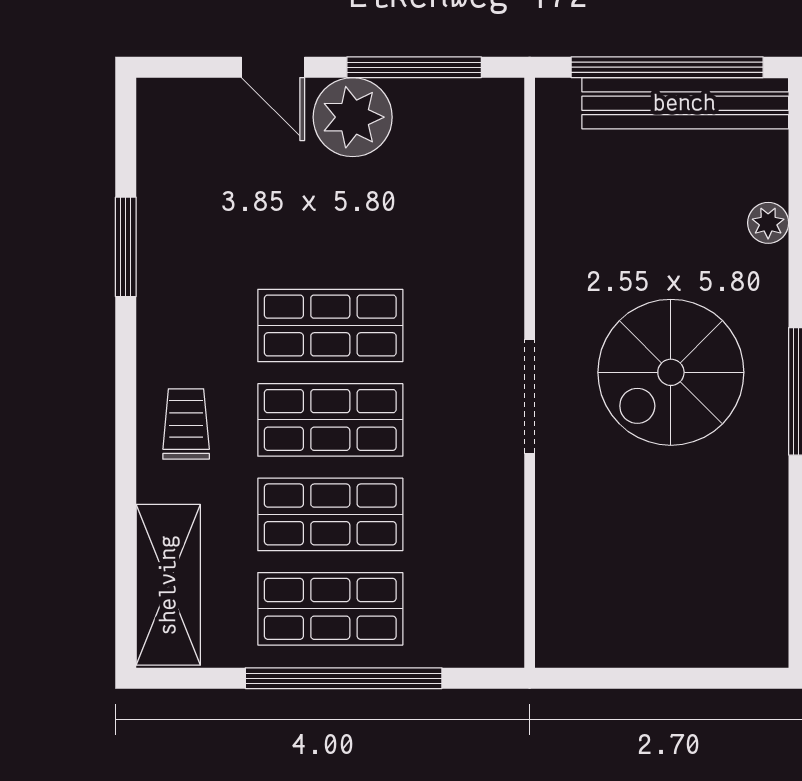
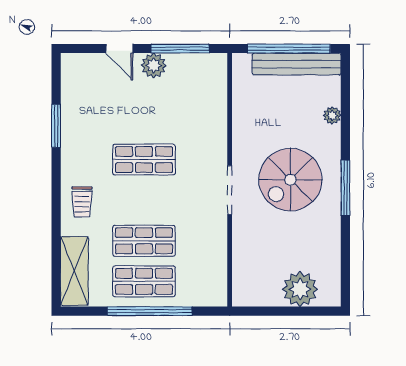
plant: (353, 117) -> (154, 65), width x0.73, depth x0.73
shop shelf: (330, 420) -> (144, 200), removed
trolley: (186, 424) -> (82, 202), turned 180
plant: (693, 627) -> (300, 289), added

